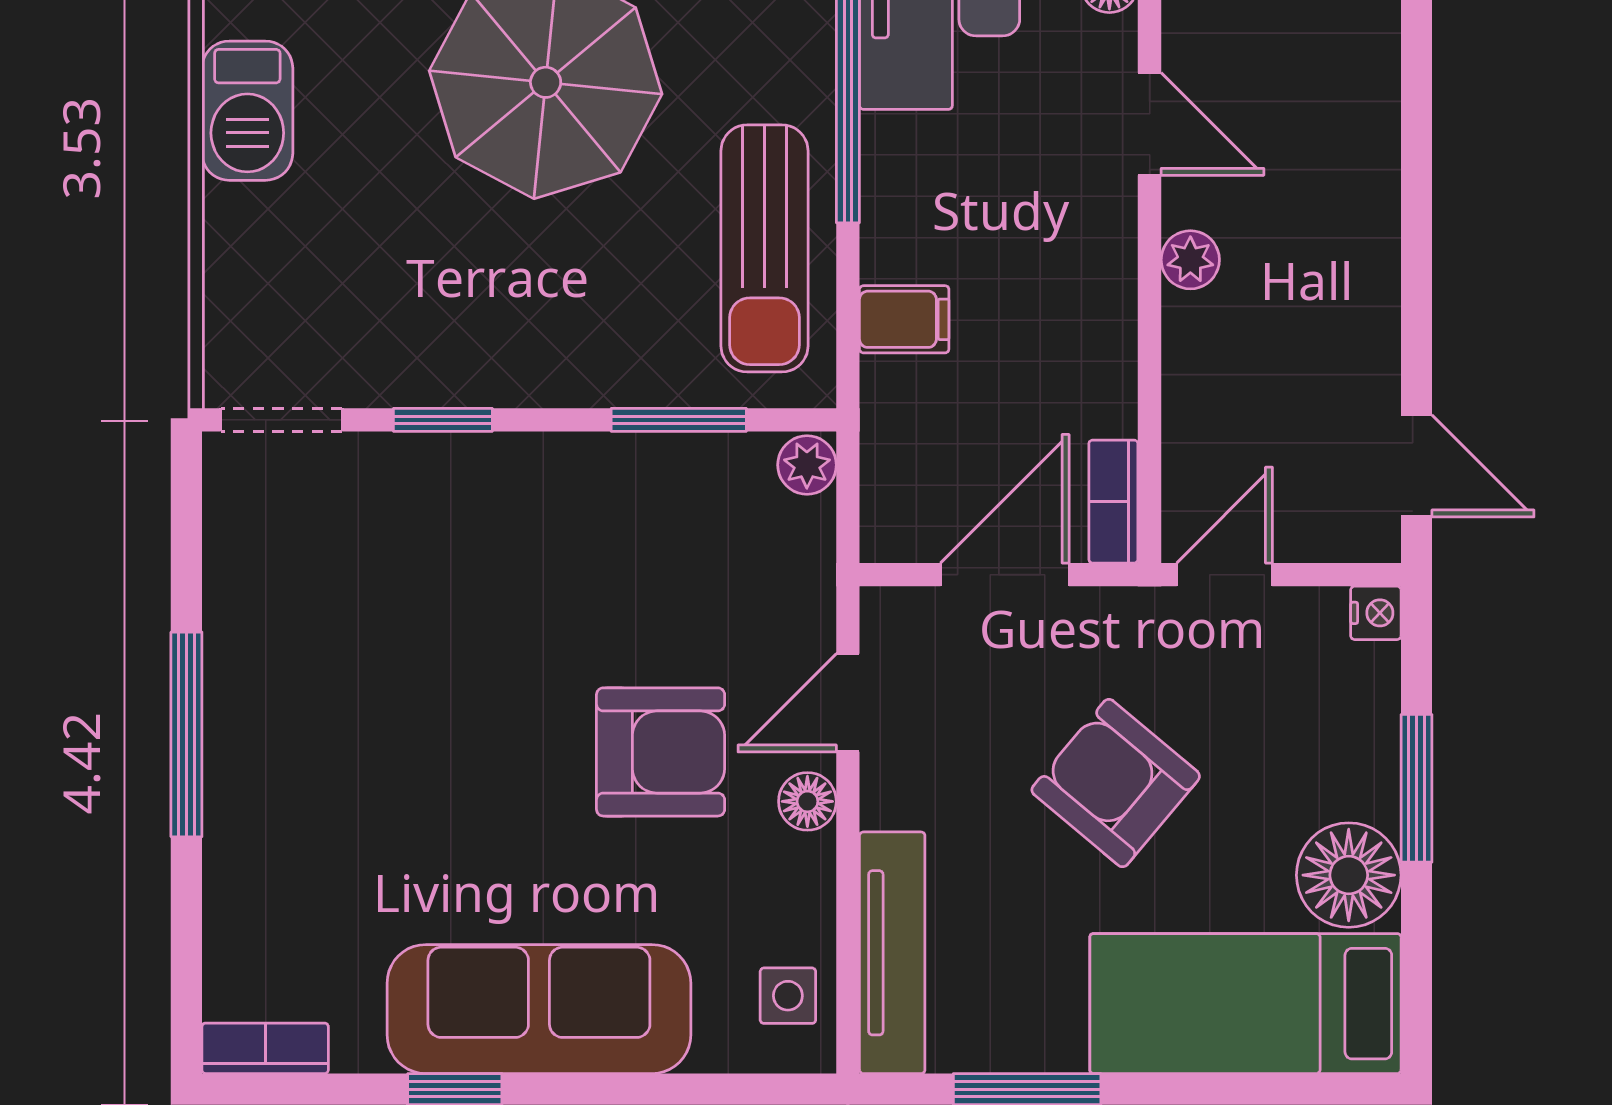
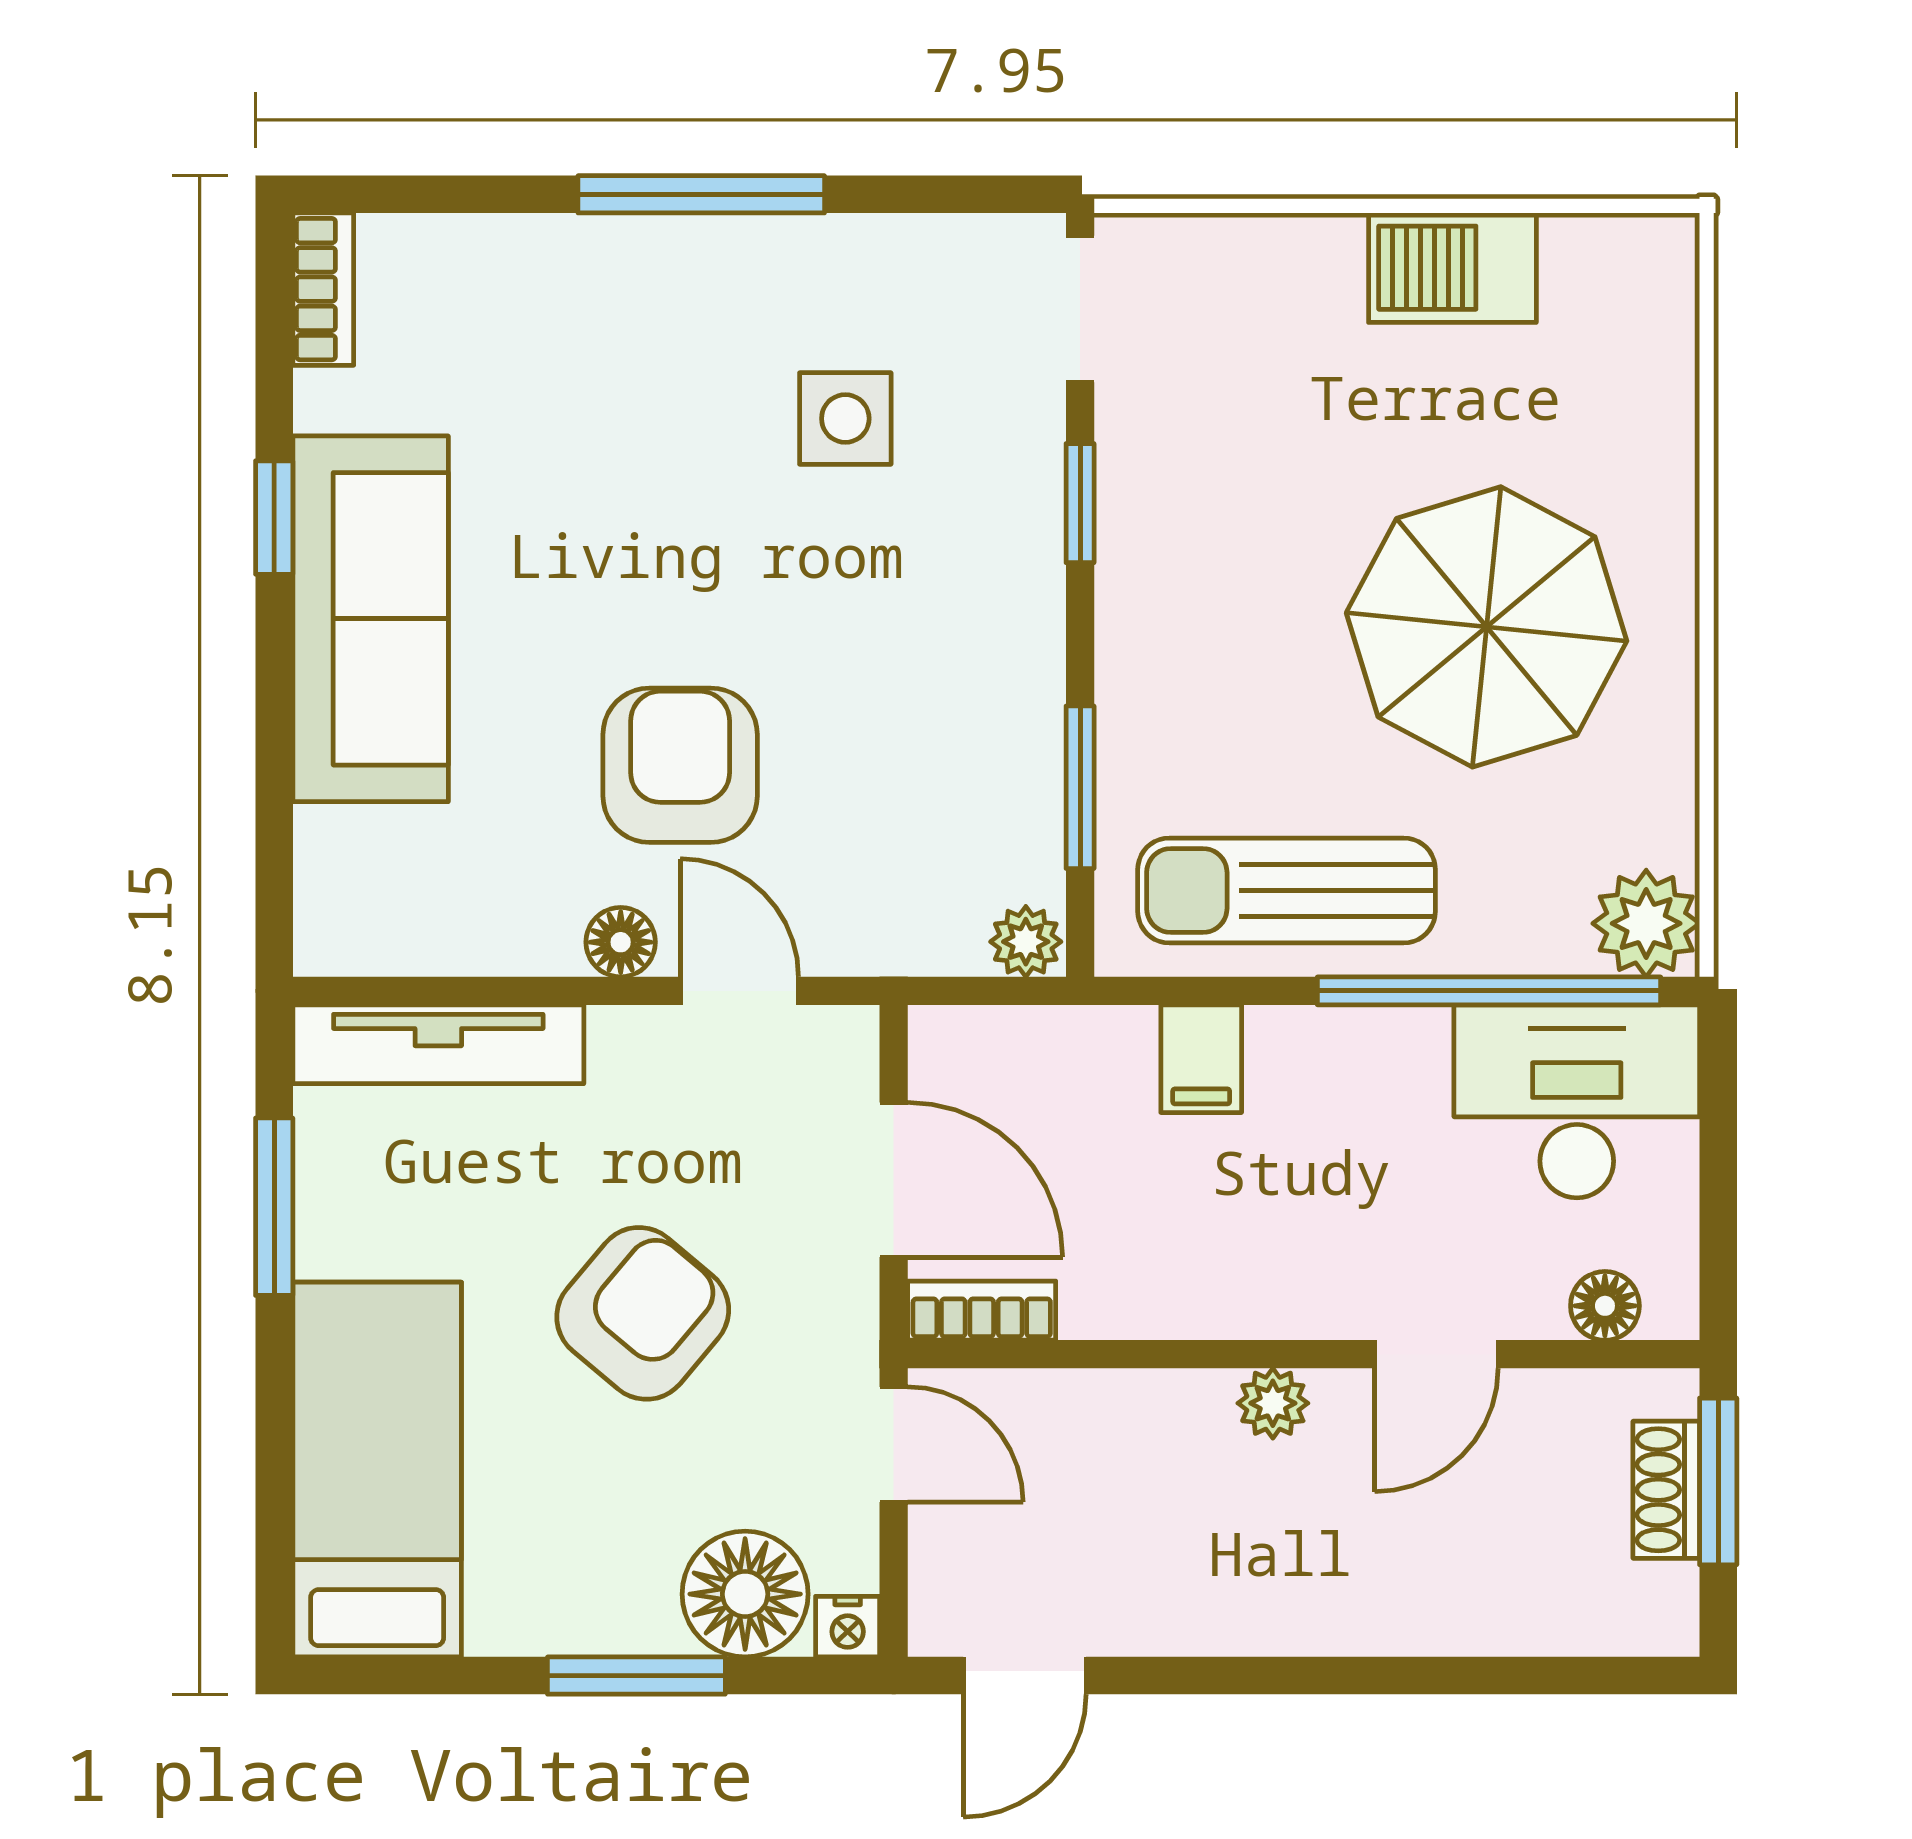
armchair: (661, 752) -> (680, 765), turned 180
floor lamp: (1349, 875) -> (745, 1594), moved
side table: (788, 996) -> (845, 419), moved, width x1.37, depth x1.37

